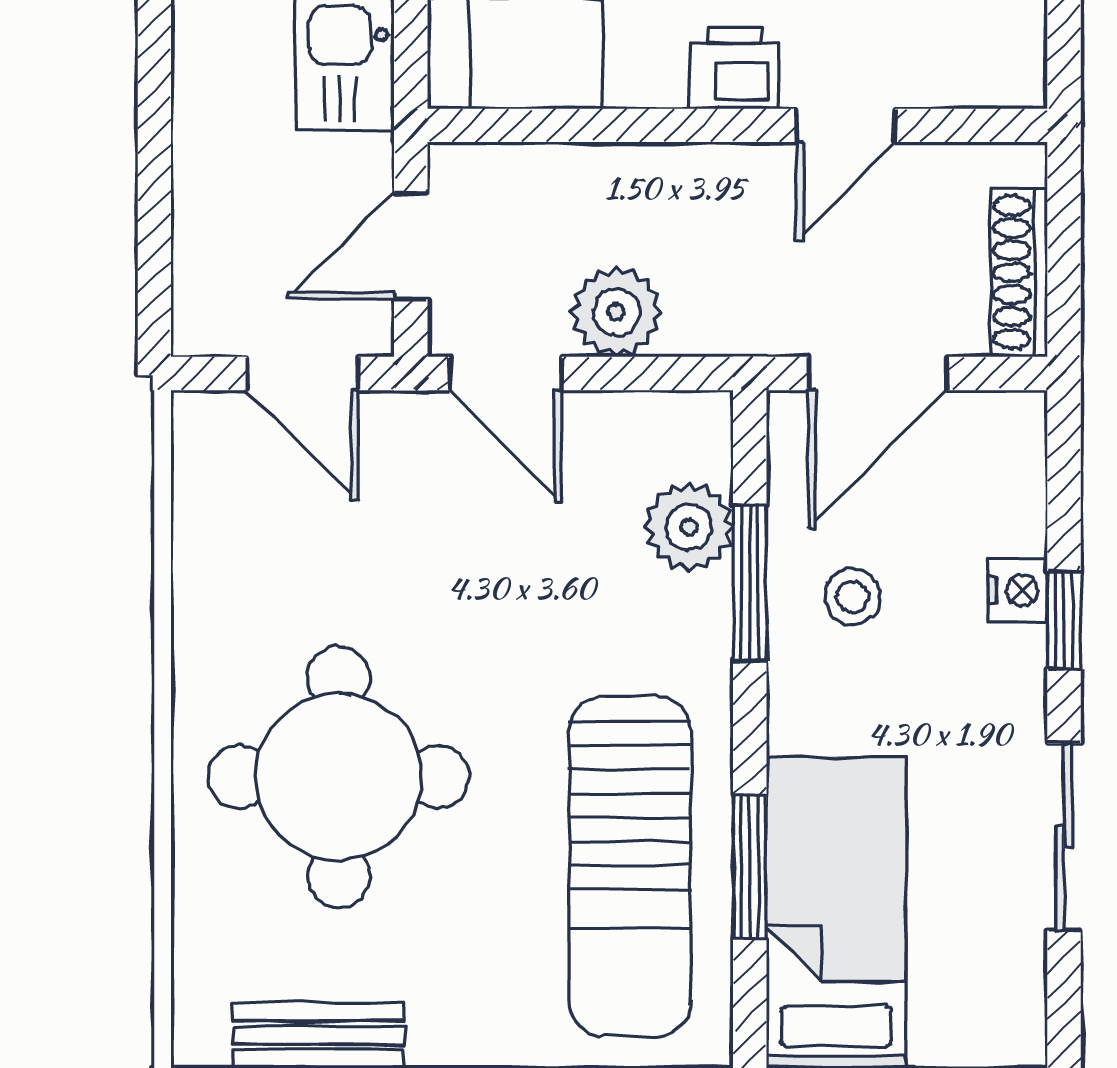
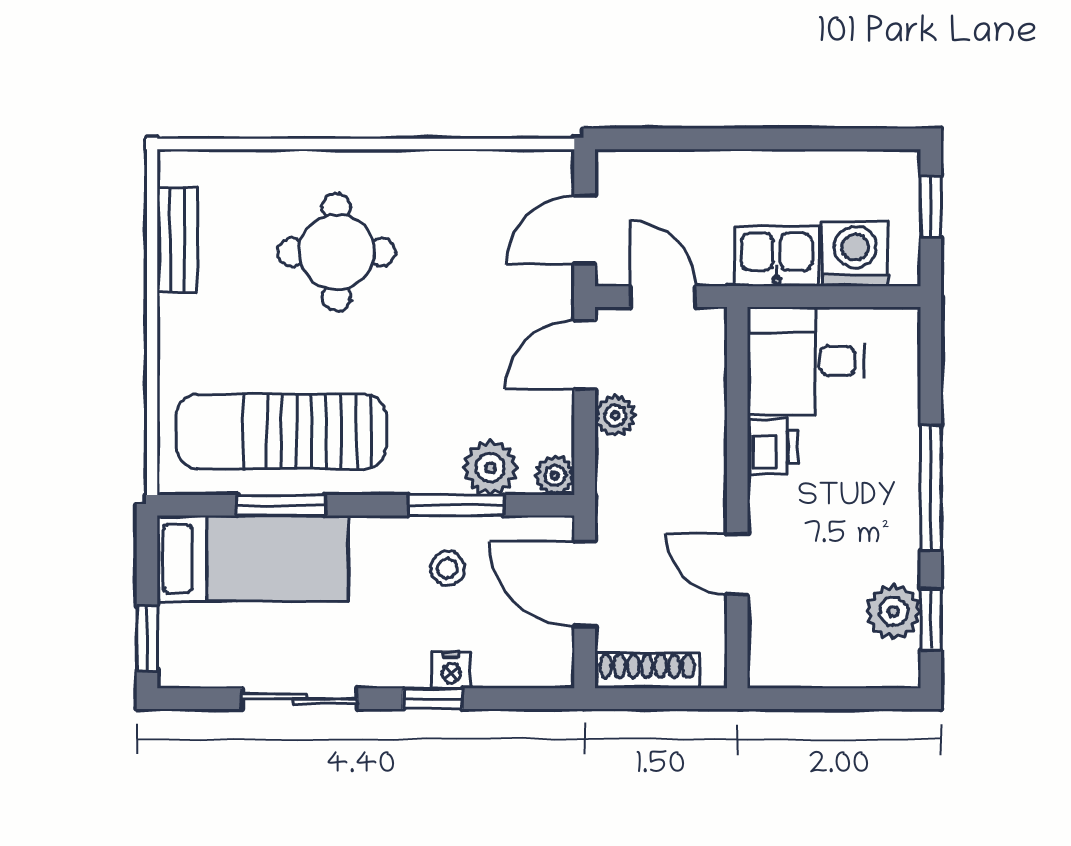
printer: (734, 68) -> (773, 447), moved
plant: (616, 312) -> (615, 415), width x0.73, depth x0.73
plant: (702, 422) -> (555, 476), added
round table: (339, 777) -> (336, 252), width x0.73, depth x0.73

